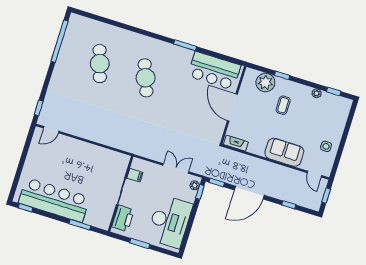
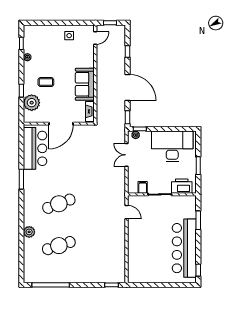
plant: (125, 36) -> (29, 232), added
door: (51, 130) -> (126, 212), moved
sofa: (284, 152) -> (85, 84), moved

